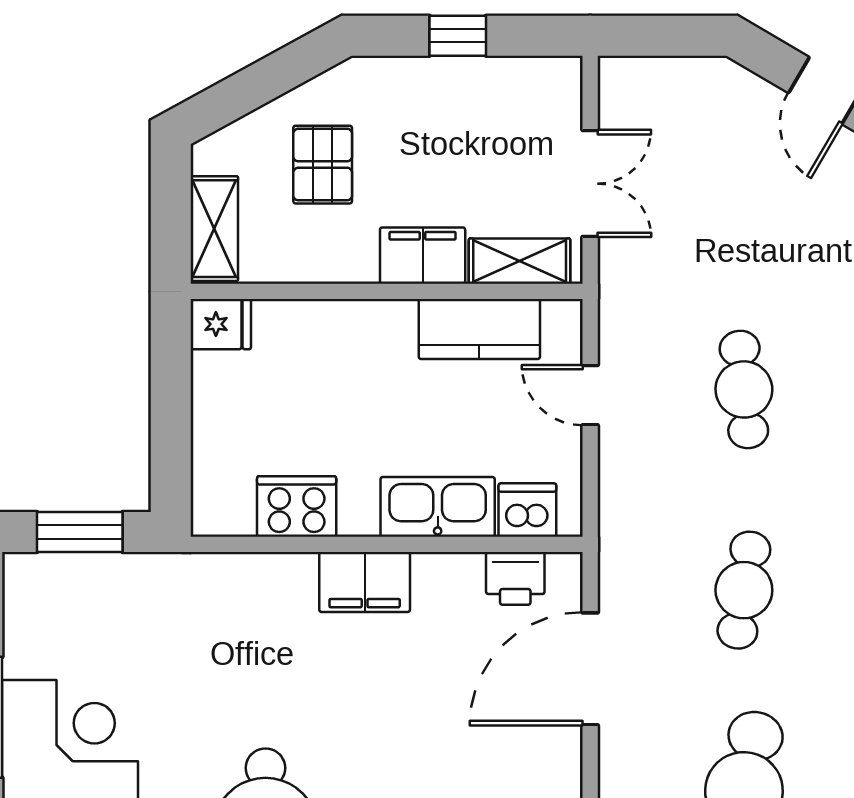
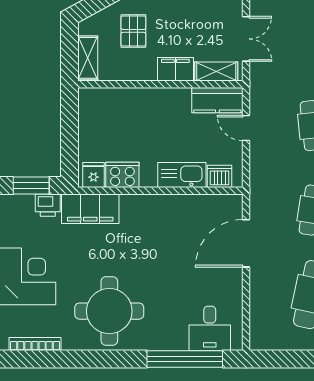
fridge: (221, 324) -> (93, 175), moved, turned -90
kitchen counter: (479, 329) -> (217, 100), moved
printer: (515, 578) -> (48, 205), moved
filing cabinet: (365, 582) -> (90, 209), moved, width x1.50, depth x1.17

